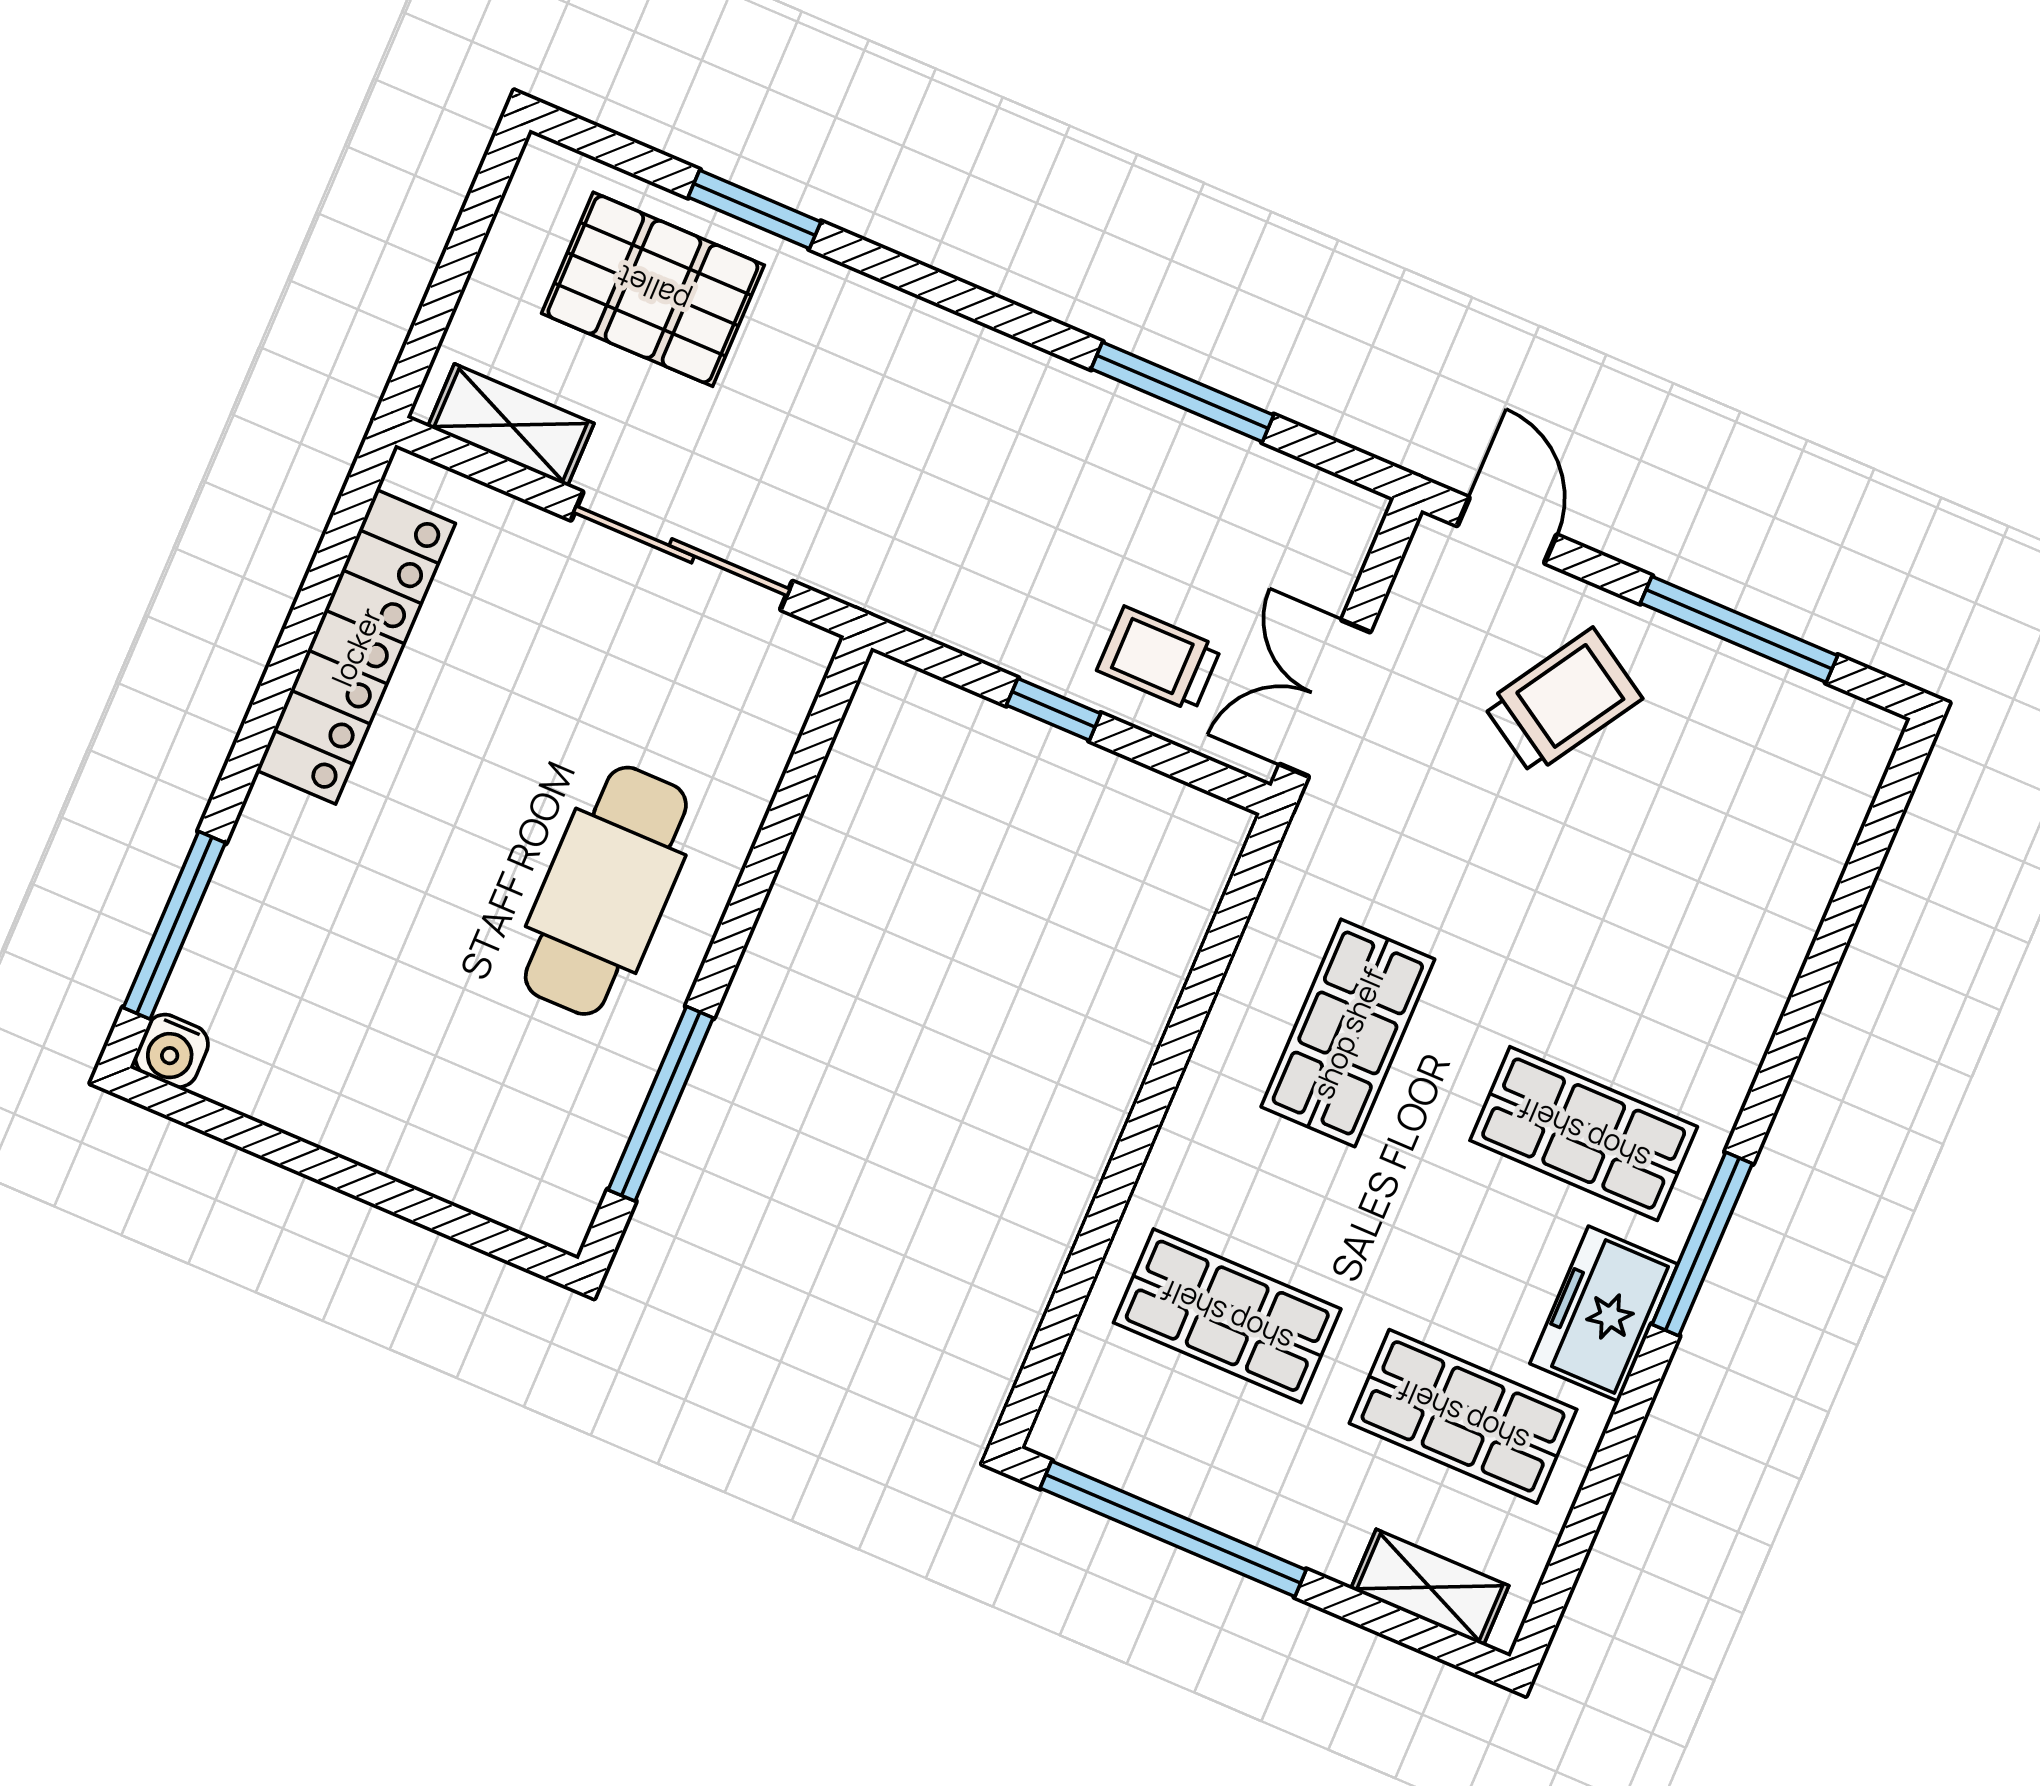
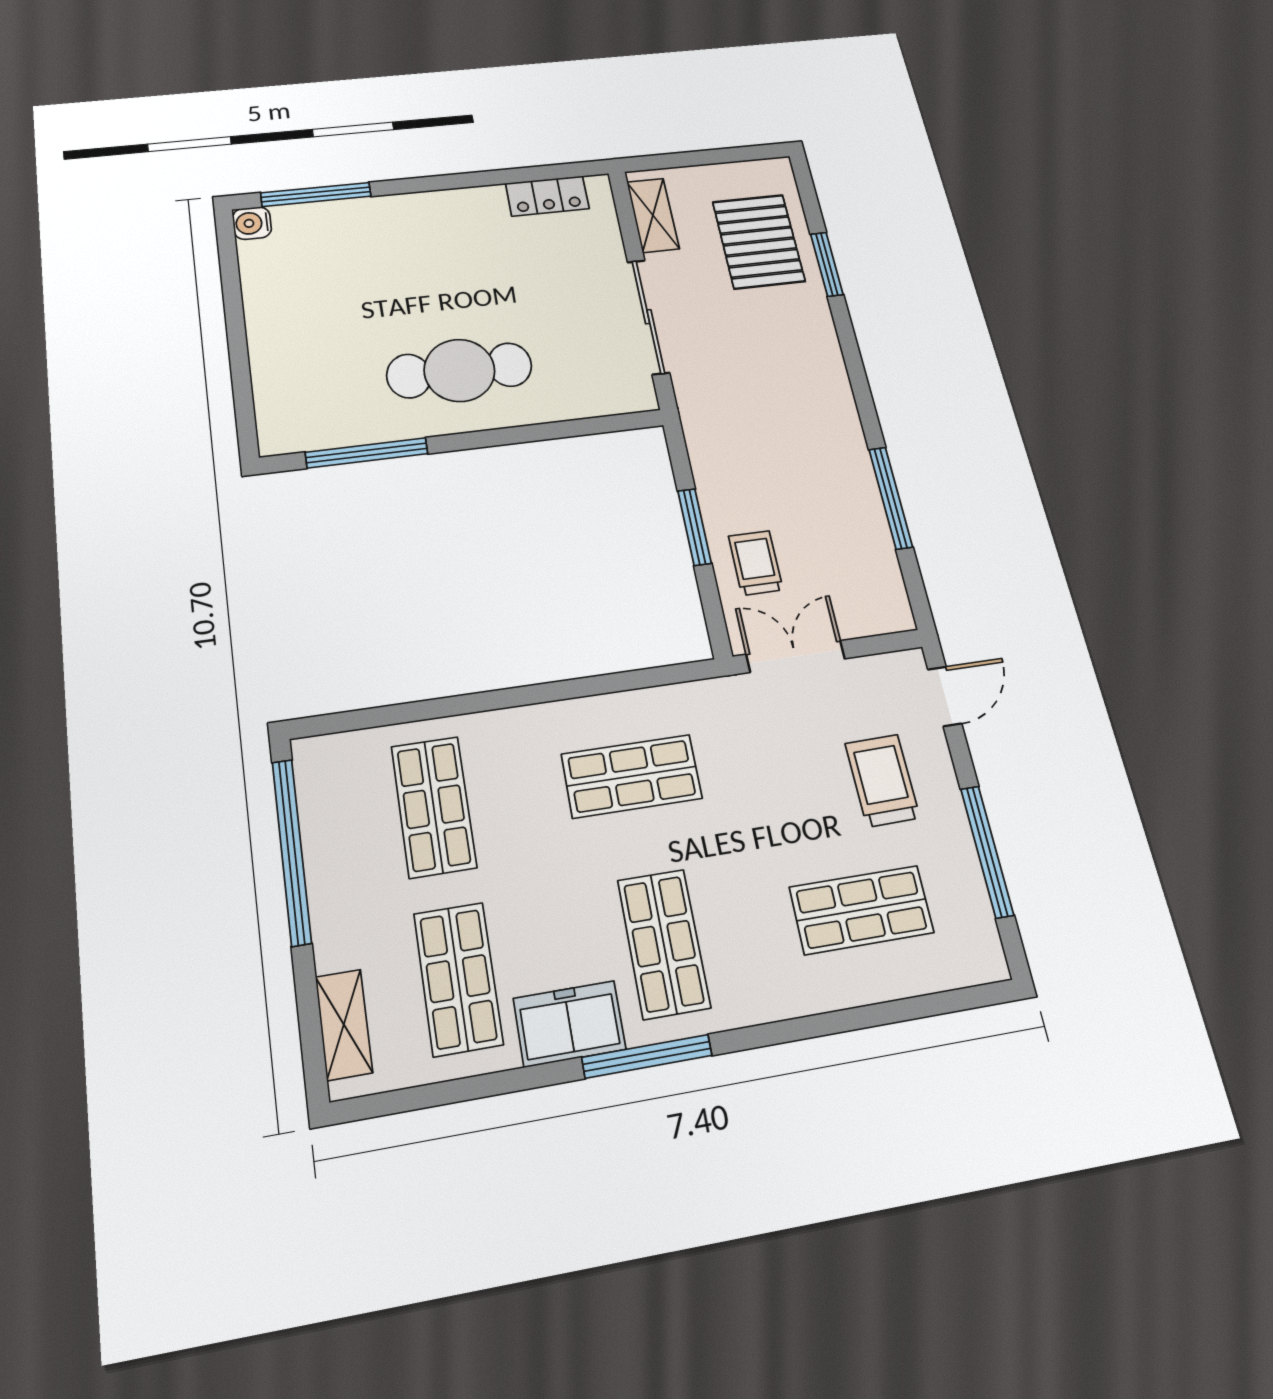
locker: (356, 647) -> (547, 196), width x0.46, depth x0.83
trolley: (1563, 701) -> (882, 781), turned -123
window: (1054, 709) -> (695, 527), width x1.50
shop shelf: (1704, 851) -> (861, 910), added

